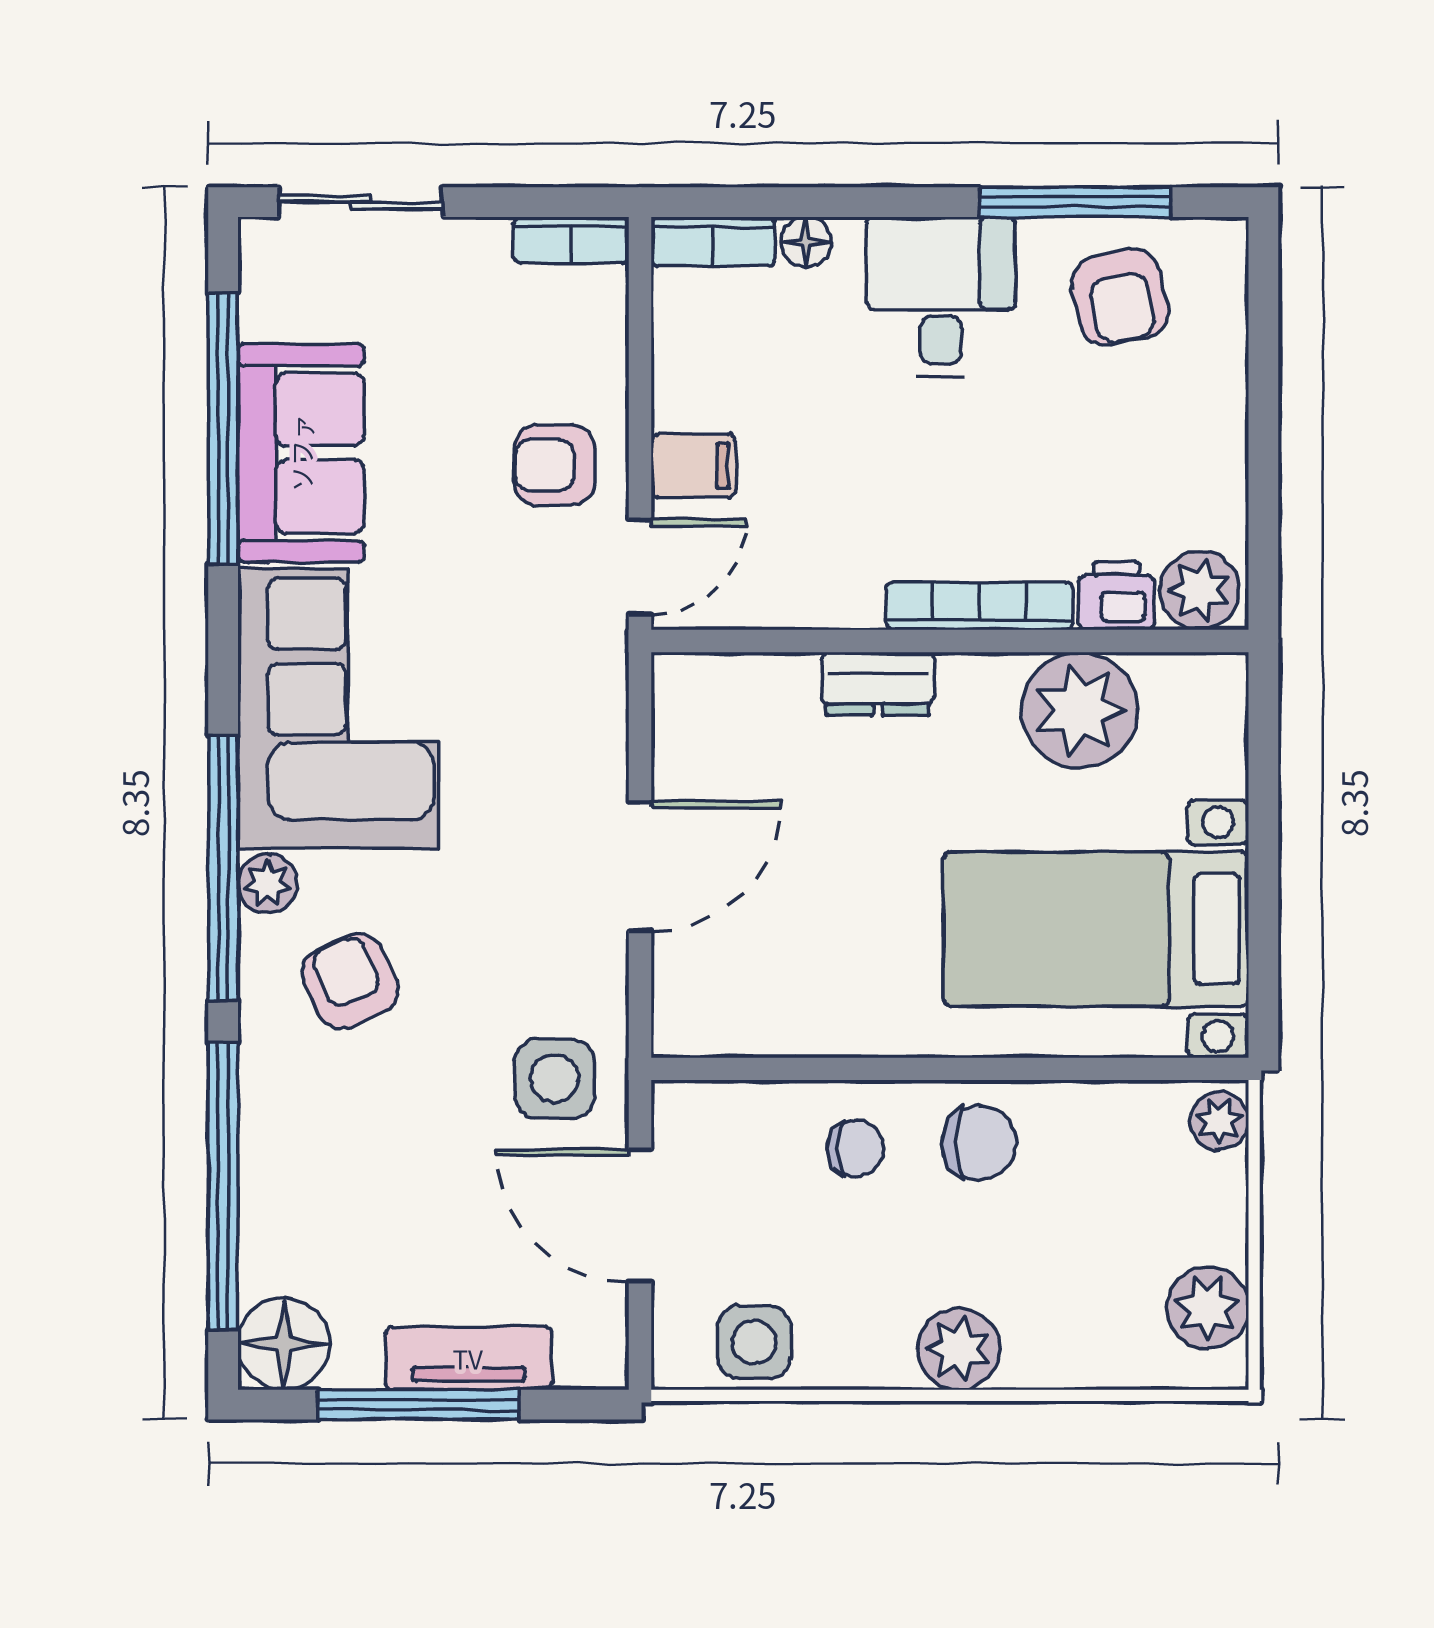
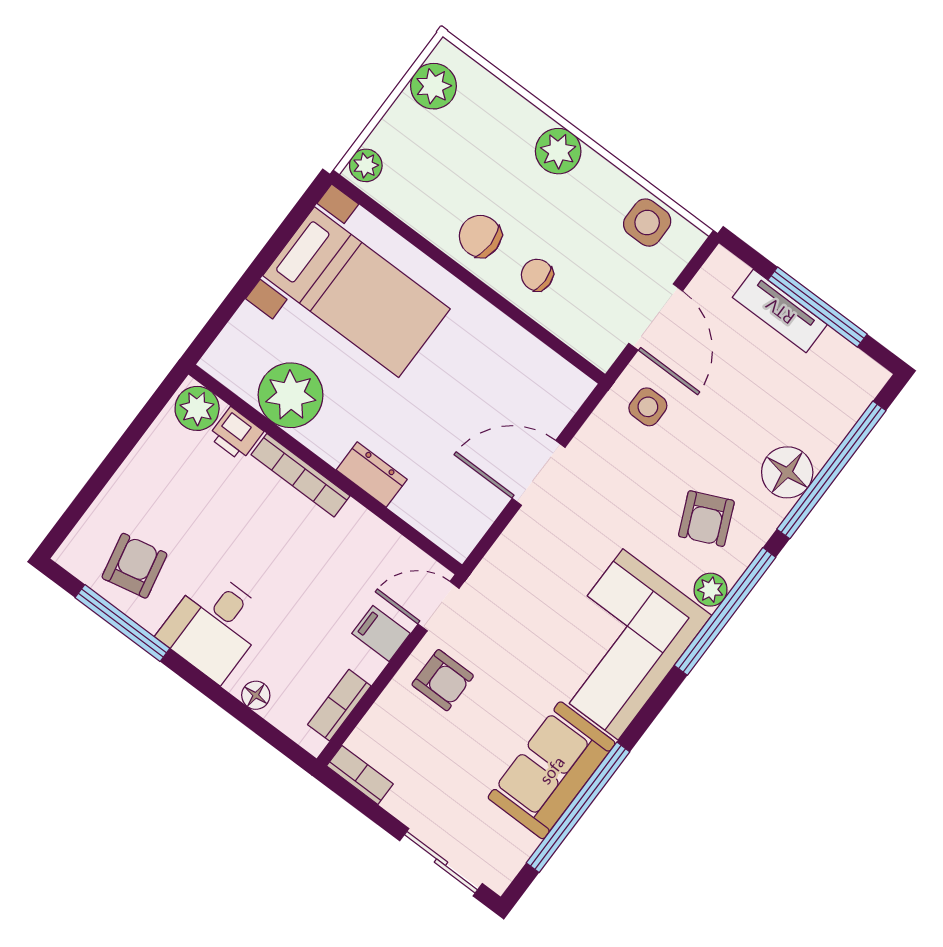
bookcase: (713, 242) -> (339, 705), moved, turned -90
side table: (554, 1079) -> (648, 407), width x0.73, depth x0.73
floor lamp: (284, 1344) -> (787, 472), moved

